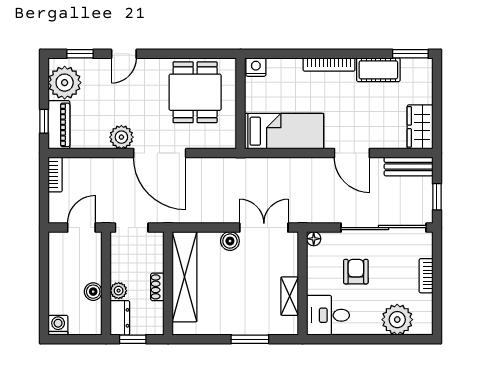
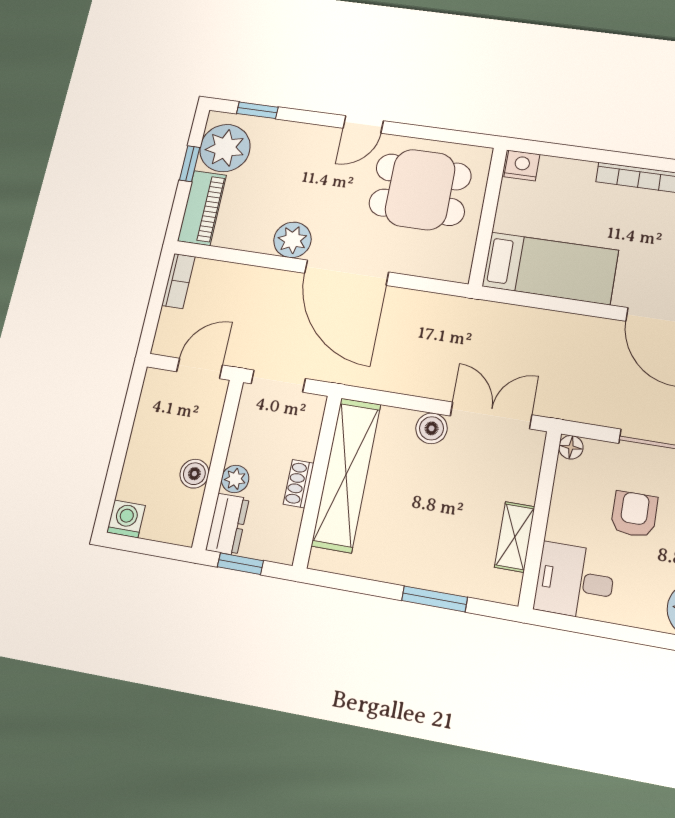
door: (124, 54) -> (363, 124), moved
dining table: (195, 92) -> (420, 190), turned 90
window: (44, 121) -> (190, 164), moved

